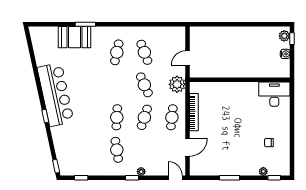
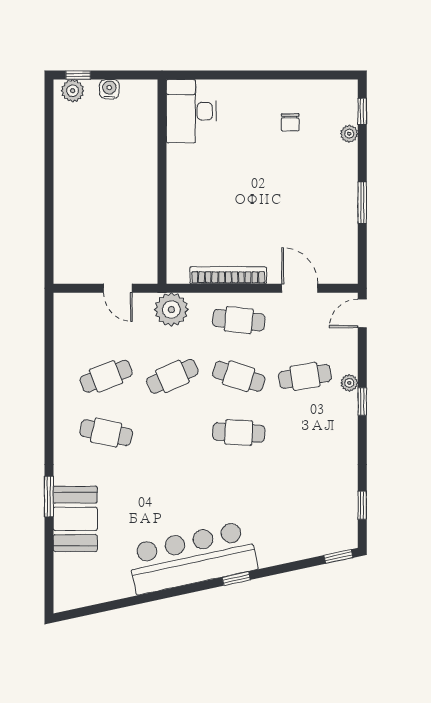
cafe table: (117, 150) -> (305, 376), moved

